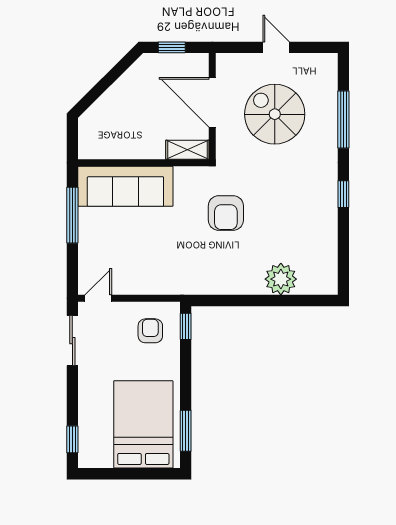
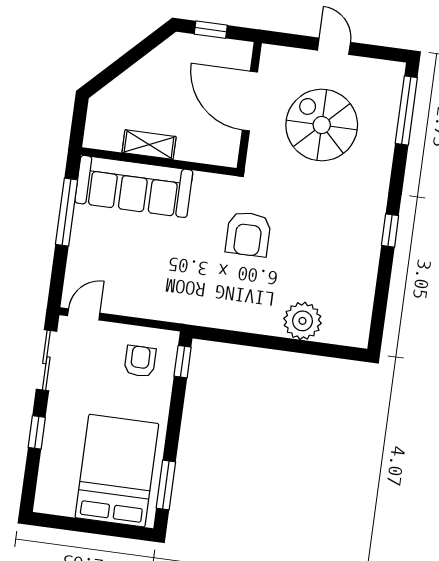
window: (343, 120) -> (406, 111), moved
shelving: (187, 150) -> (149, 145), moved
window: (72, 439) -> (37, 432), moved

